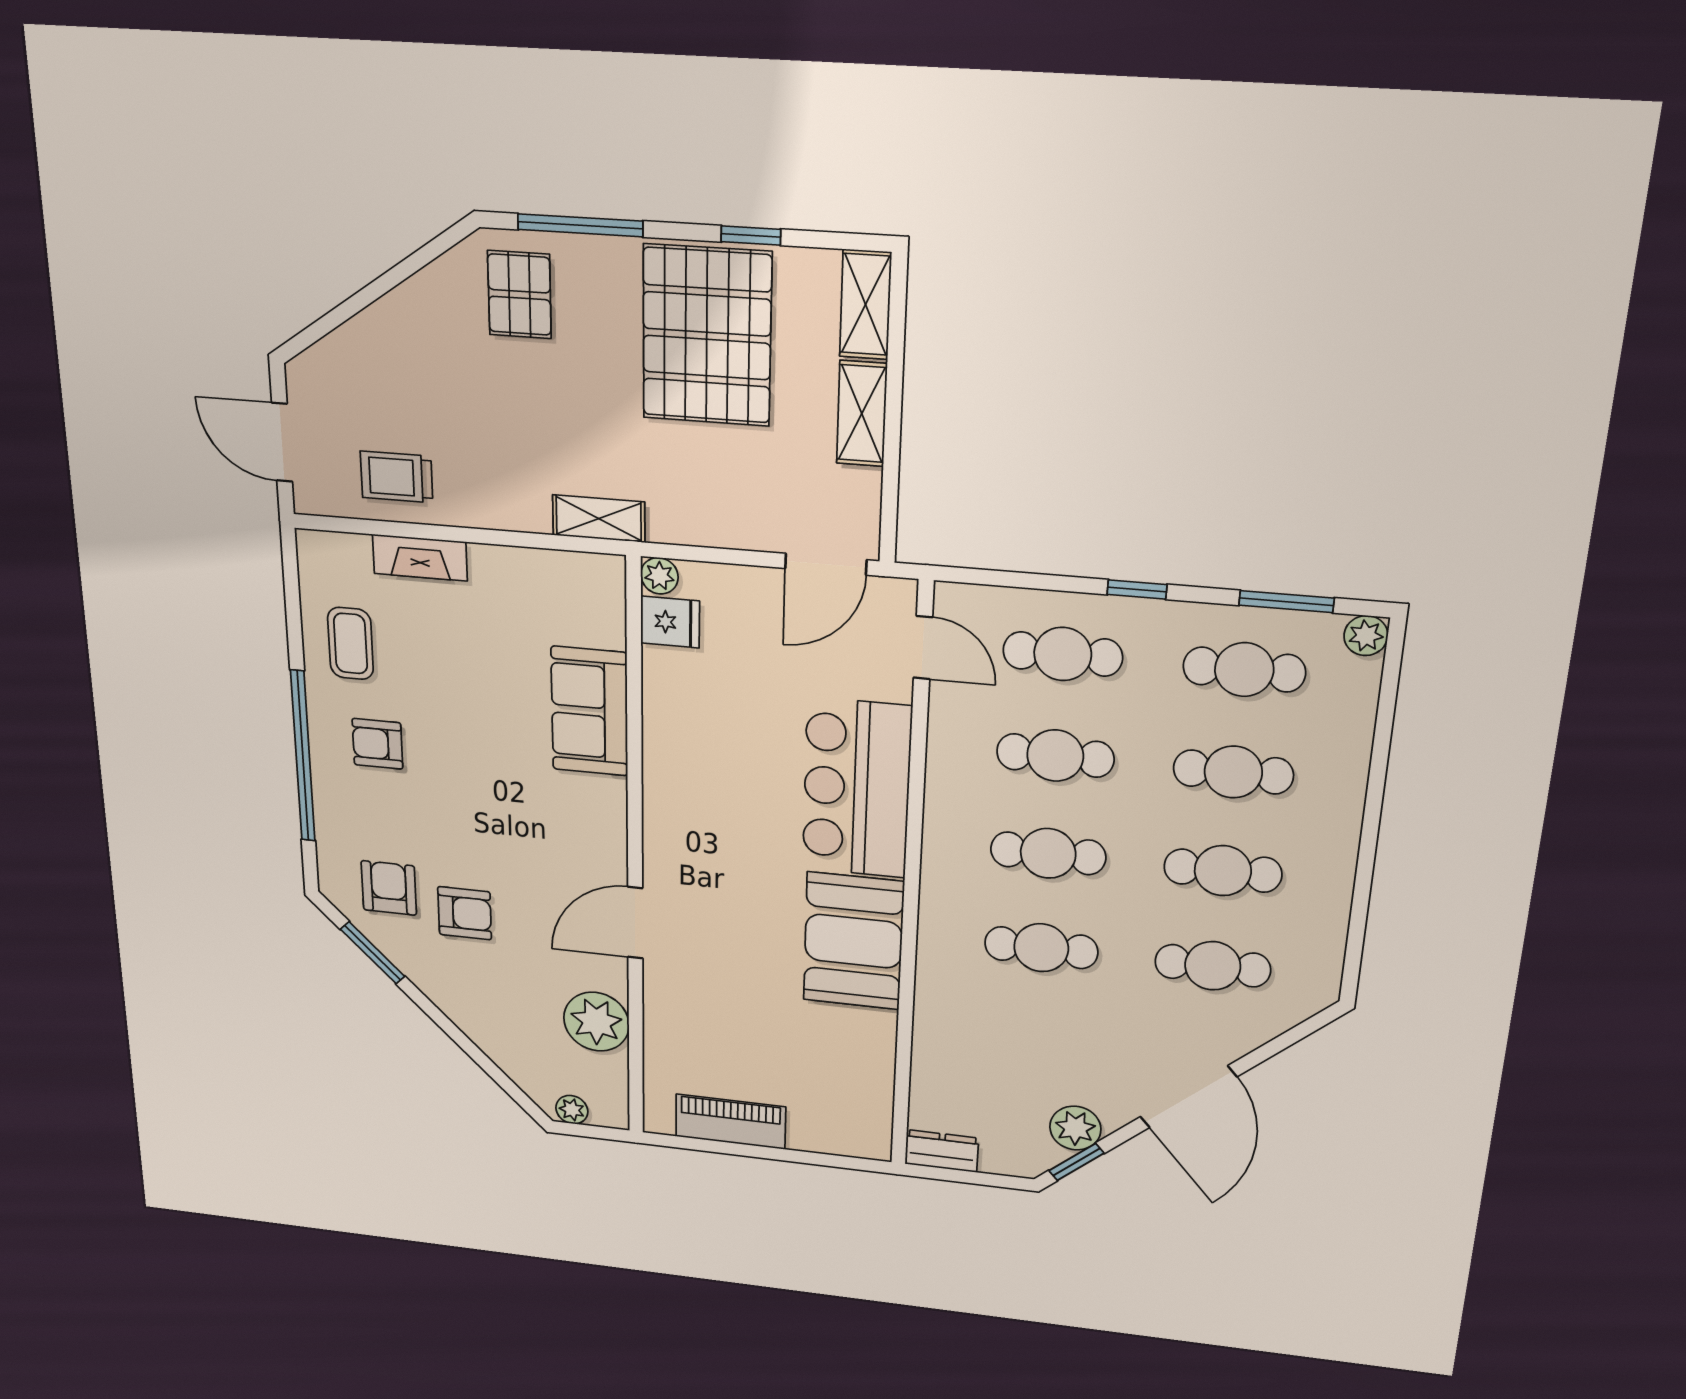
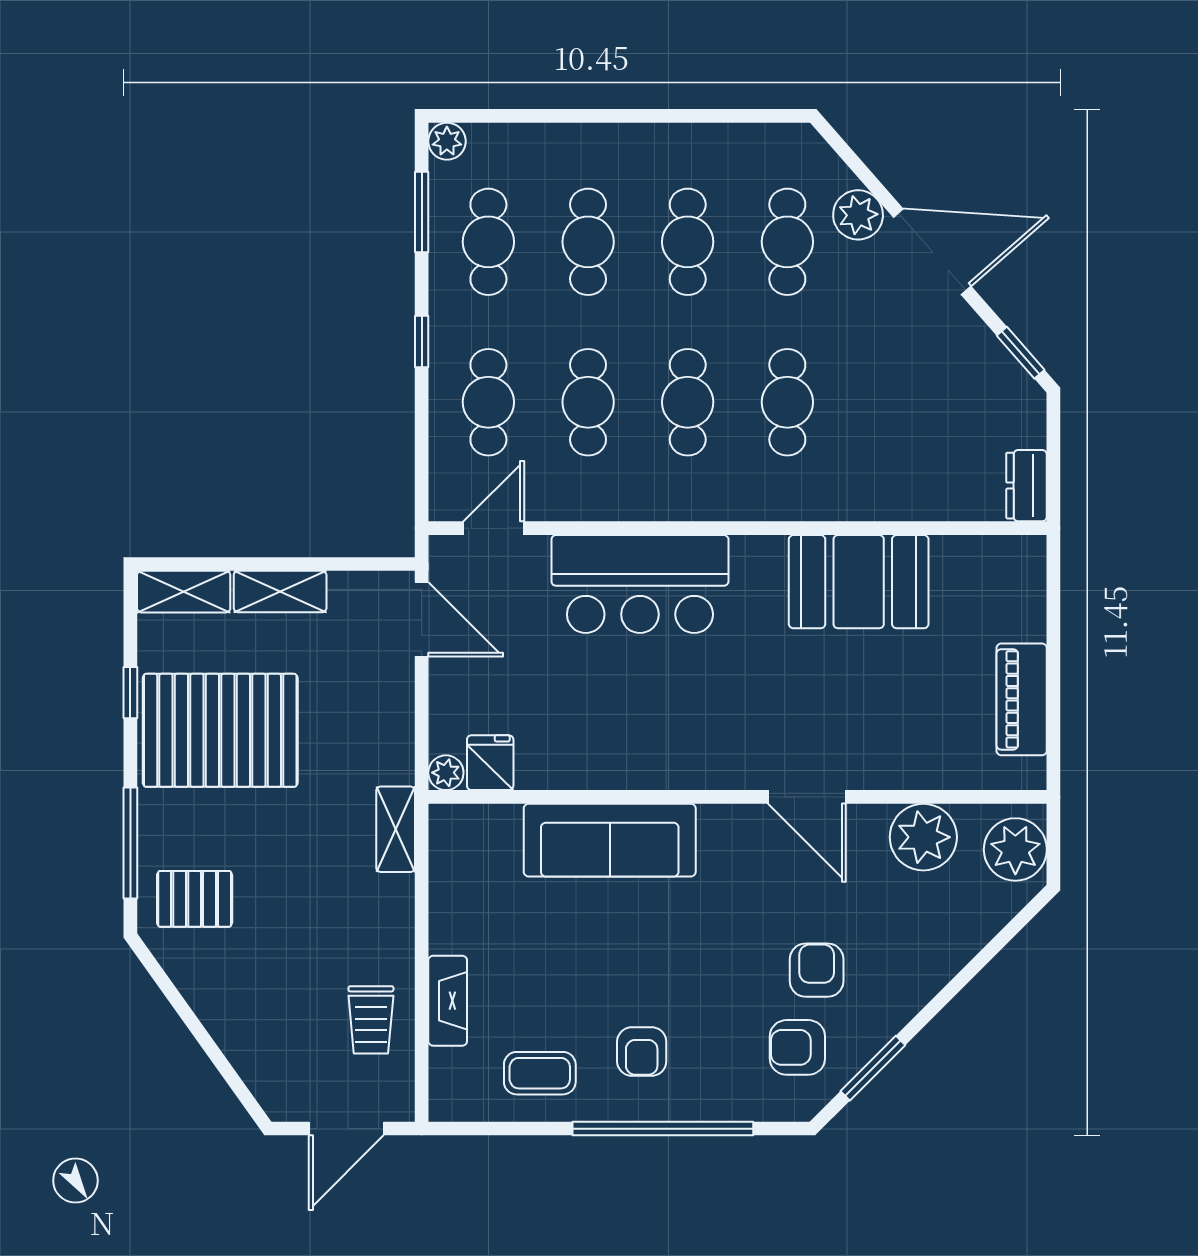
sofa: (590, 711) -> (610, 840), width x1.36
booth: (853, 941) -> (859, 582), moved
plant: (572, 1110) -> (1015, 849), width x1.88, depth x1.88
plant: (1075, 1128) -> (858, 215), moved

